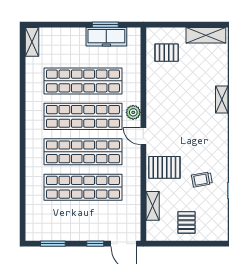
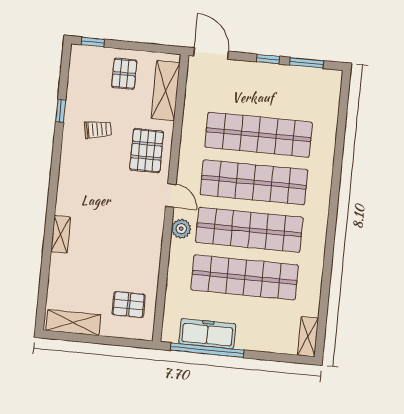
window: (105, 25) -> (207, 350), width x2.11
pallet: (164, 167) -> (147, 151), turned 90
shelving: (153, 206) -> (166, 90), width x1.50, depth x1.33
window: (95, 244) -> (268, 59), moved
window: (212, 244) -> (93, 42), added

